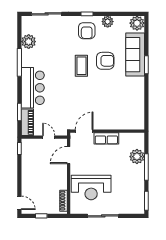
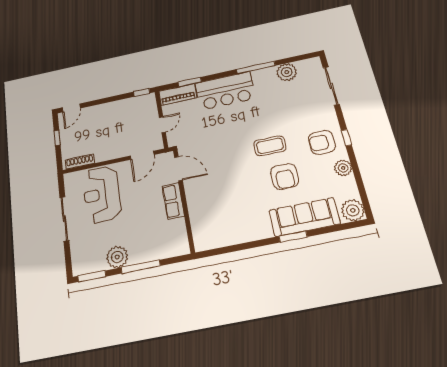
door: (69, 155) -> (142, 155), swing flipped
plant: (137, 157) -> (117, 257), moved

